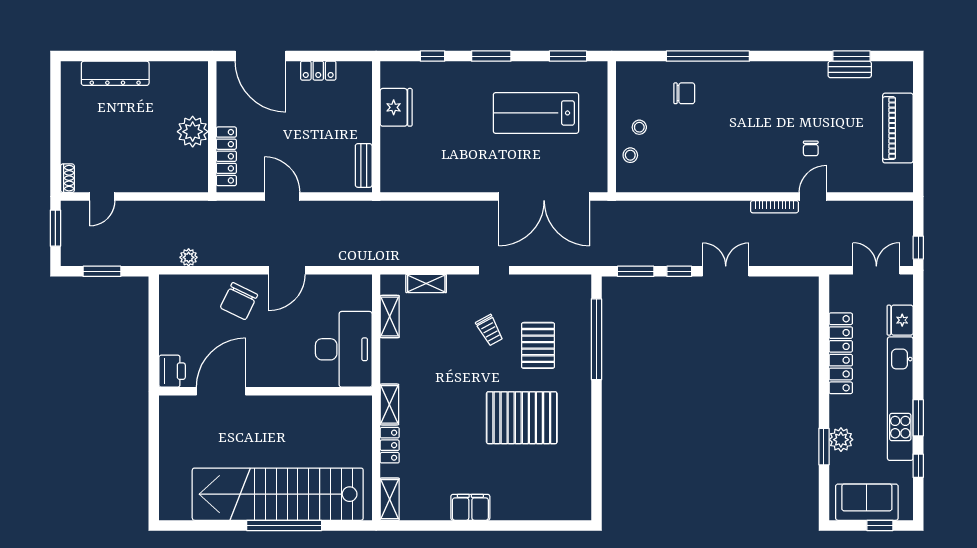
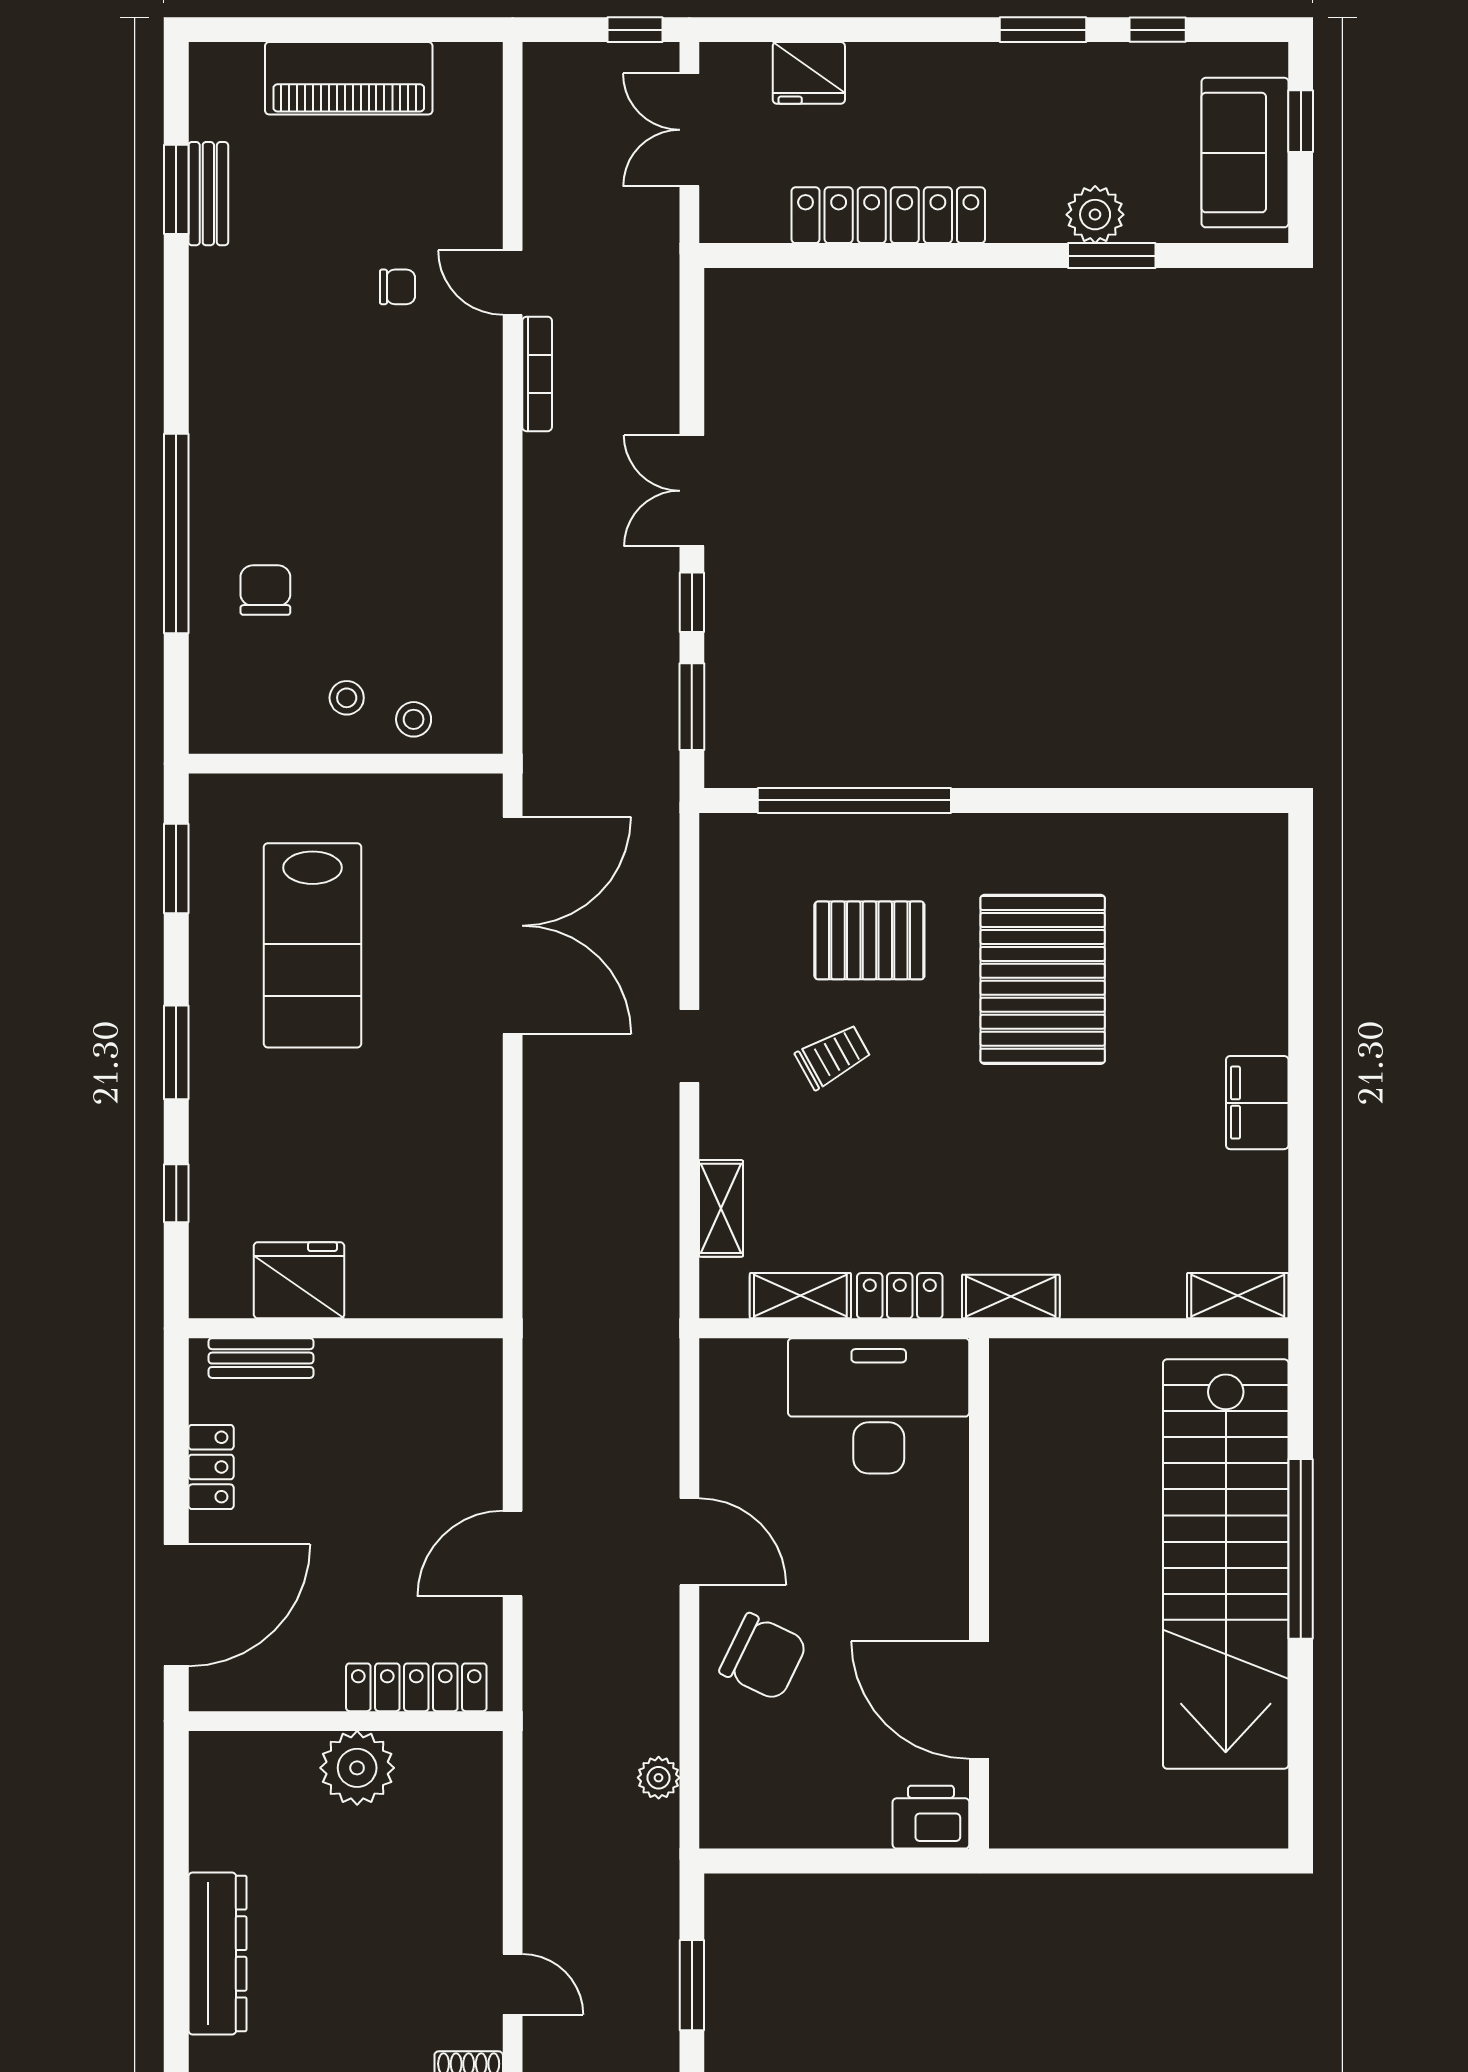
bench: (364, 165) -> (261, 1358), moved
kitchen unit: (900, 399) -> (997, 73), removed
locker: (390, 445) -> (900, 1296), moved

